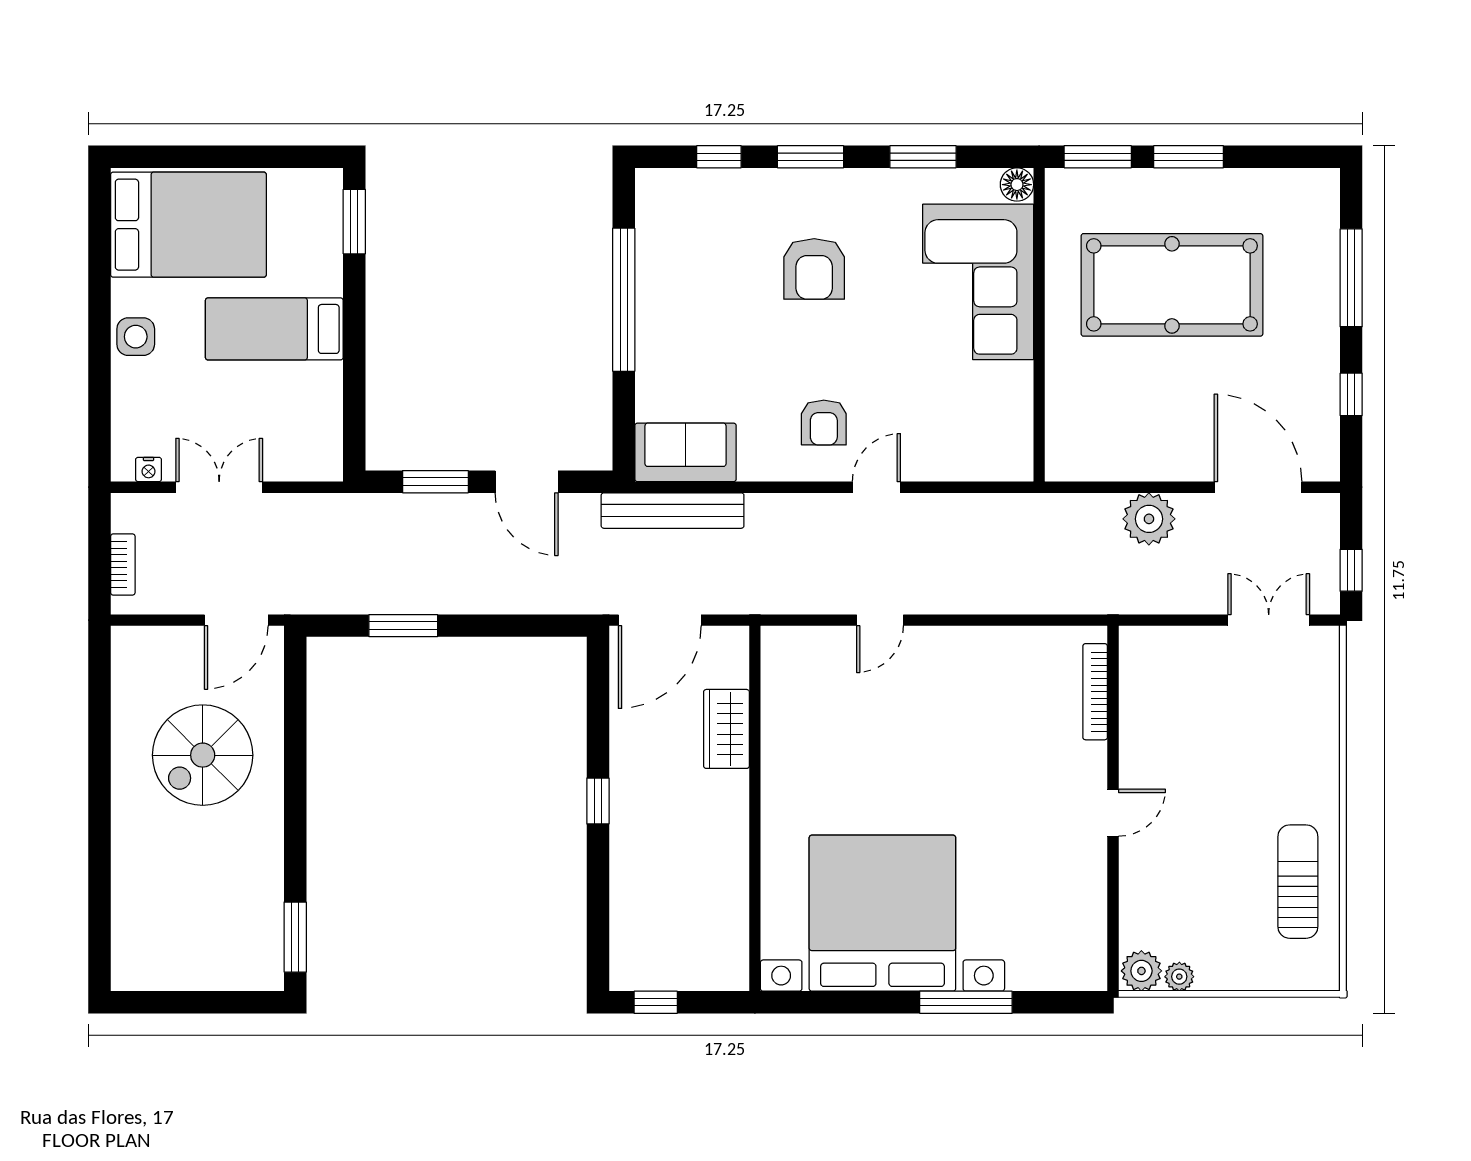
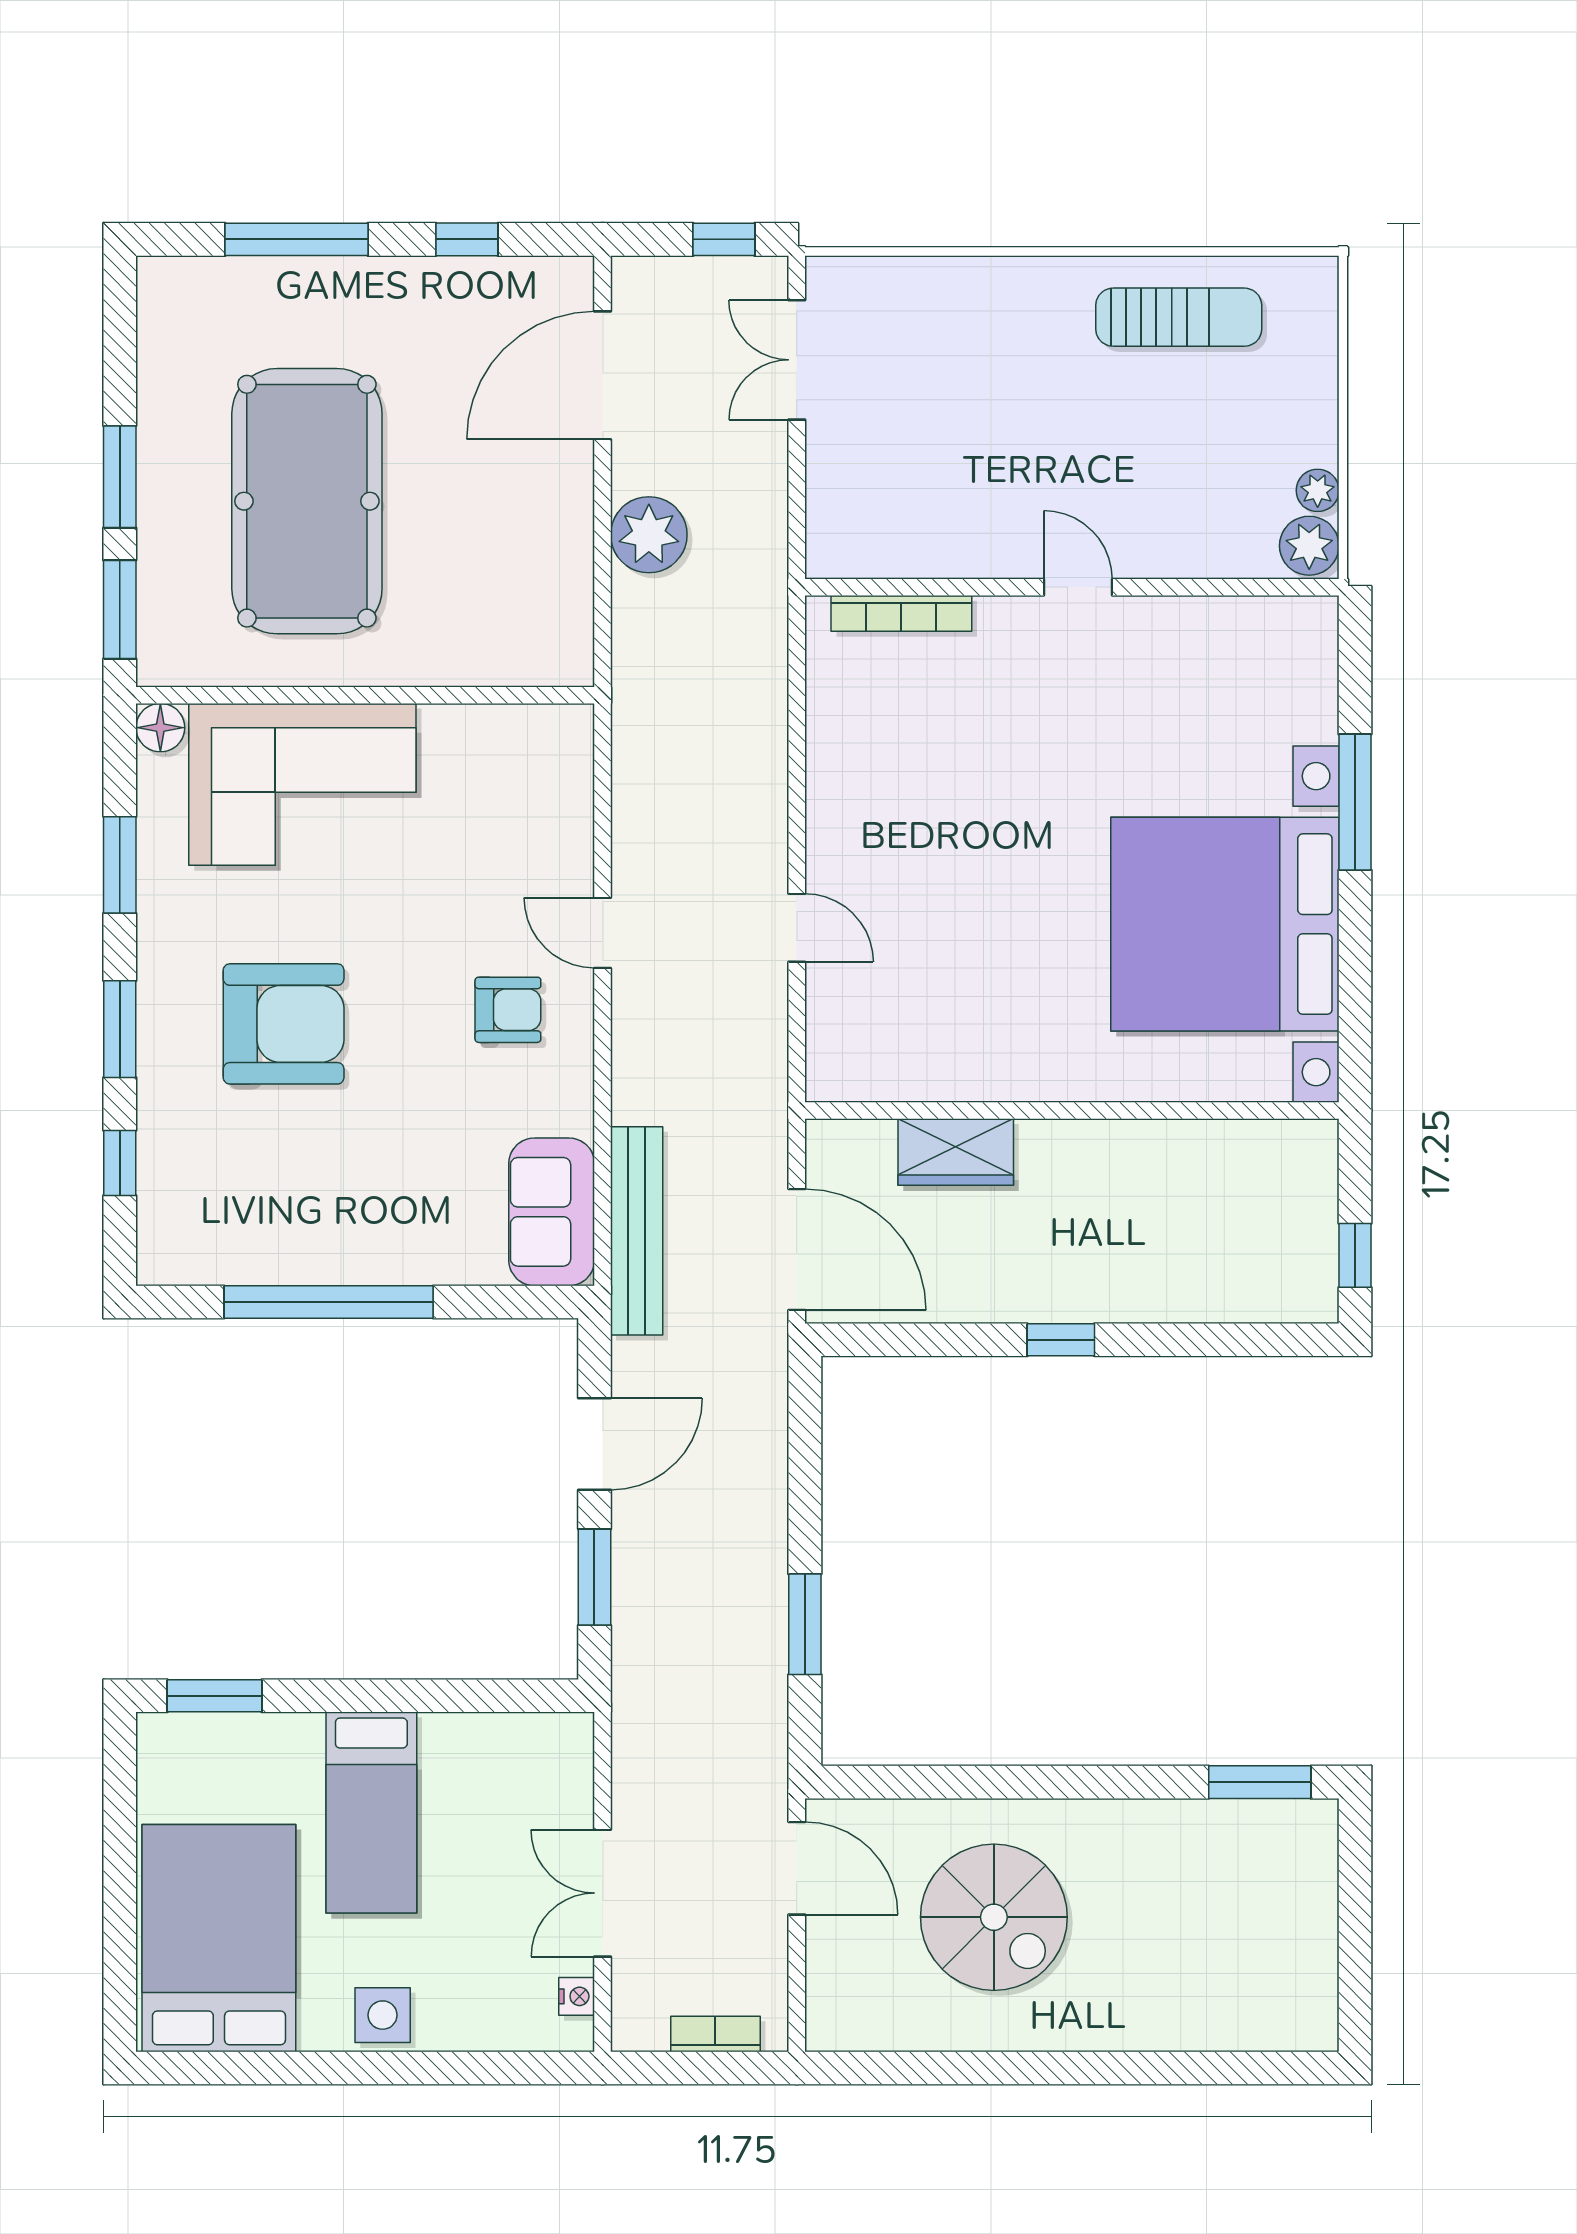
armchair: (814, 269) -> (284, 1024), width x1.36, depth x1.36
sun lounger: (1298, 882) -> (1179, 317), turned 180

